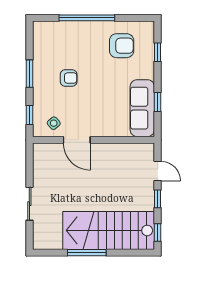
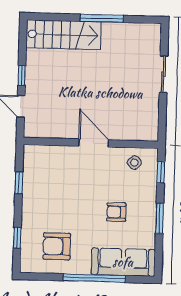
sofa: (142, 108) -> (123, 262), moved, turned -90
door: (77, 140) -> (94, 143), moved
stairs: (109, 230) -> (63, 35), width x0.73, depth x0.66
window: (158, 233) -> (23, 38), removed

